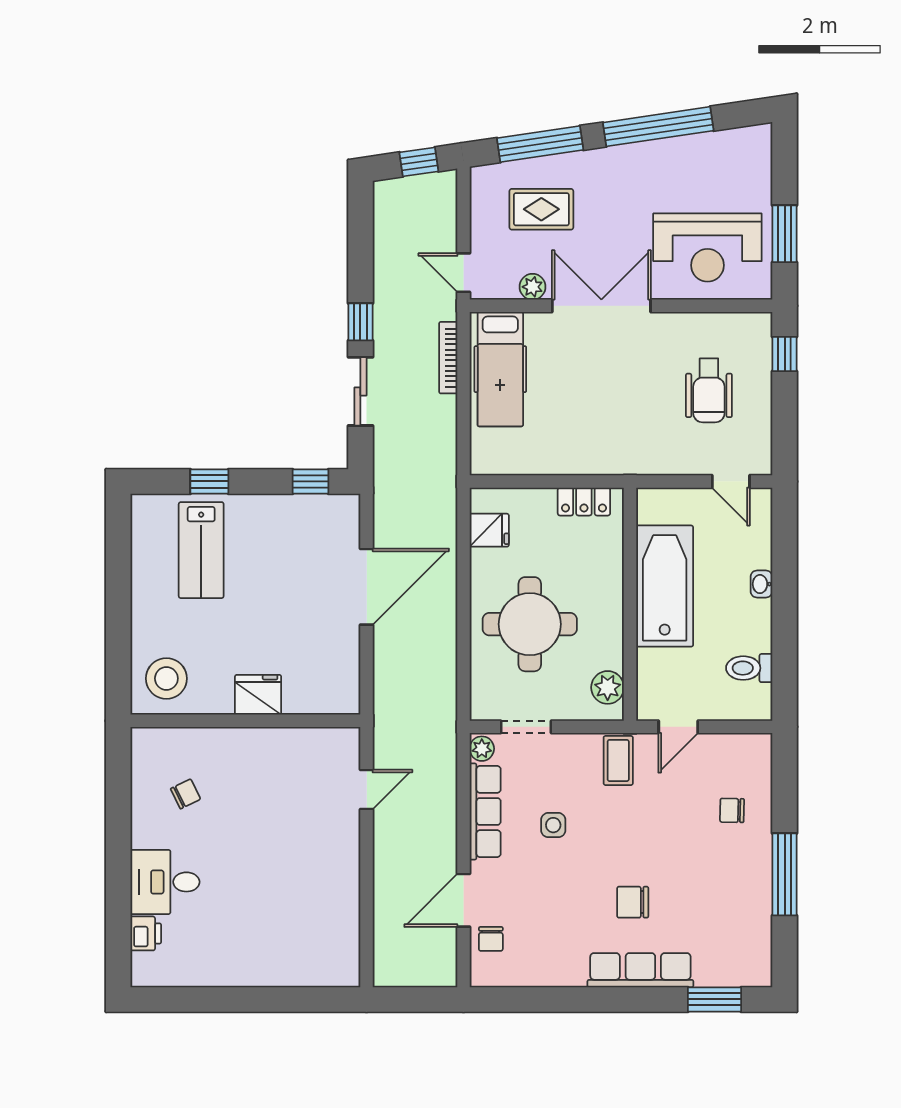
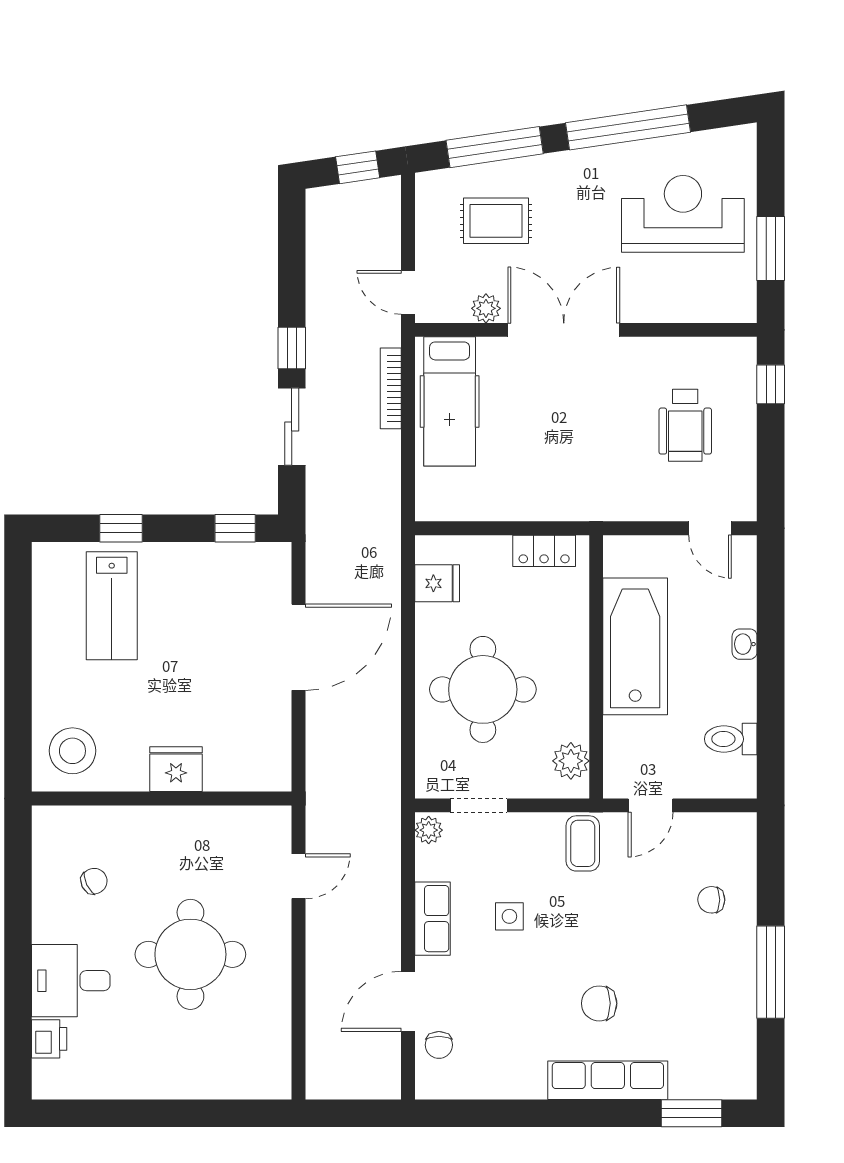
reception desk: (707, 248) -> (683, 214), moved, turned 180
row of seats: (485, 811) -> (432, 919), width x0.68
round table: (271, 859) -> (190, 954), added

